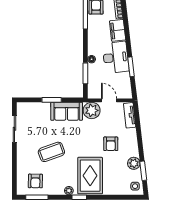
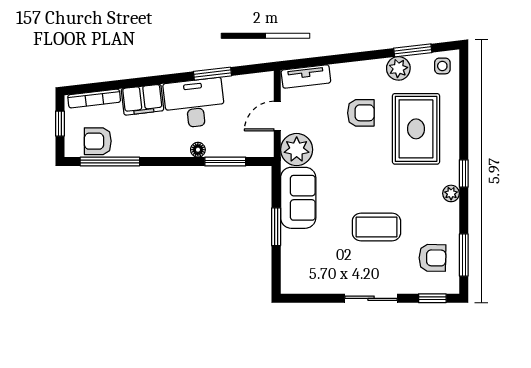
sliding door: (14, 129) -> (371, 298), moved
coffee table: (51, 152) -> (376, 227), turned -70
rug: (90, 176) -> (416, 129), moved, turned 90
window: (14, 181) -> (432, 298), added

